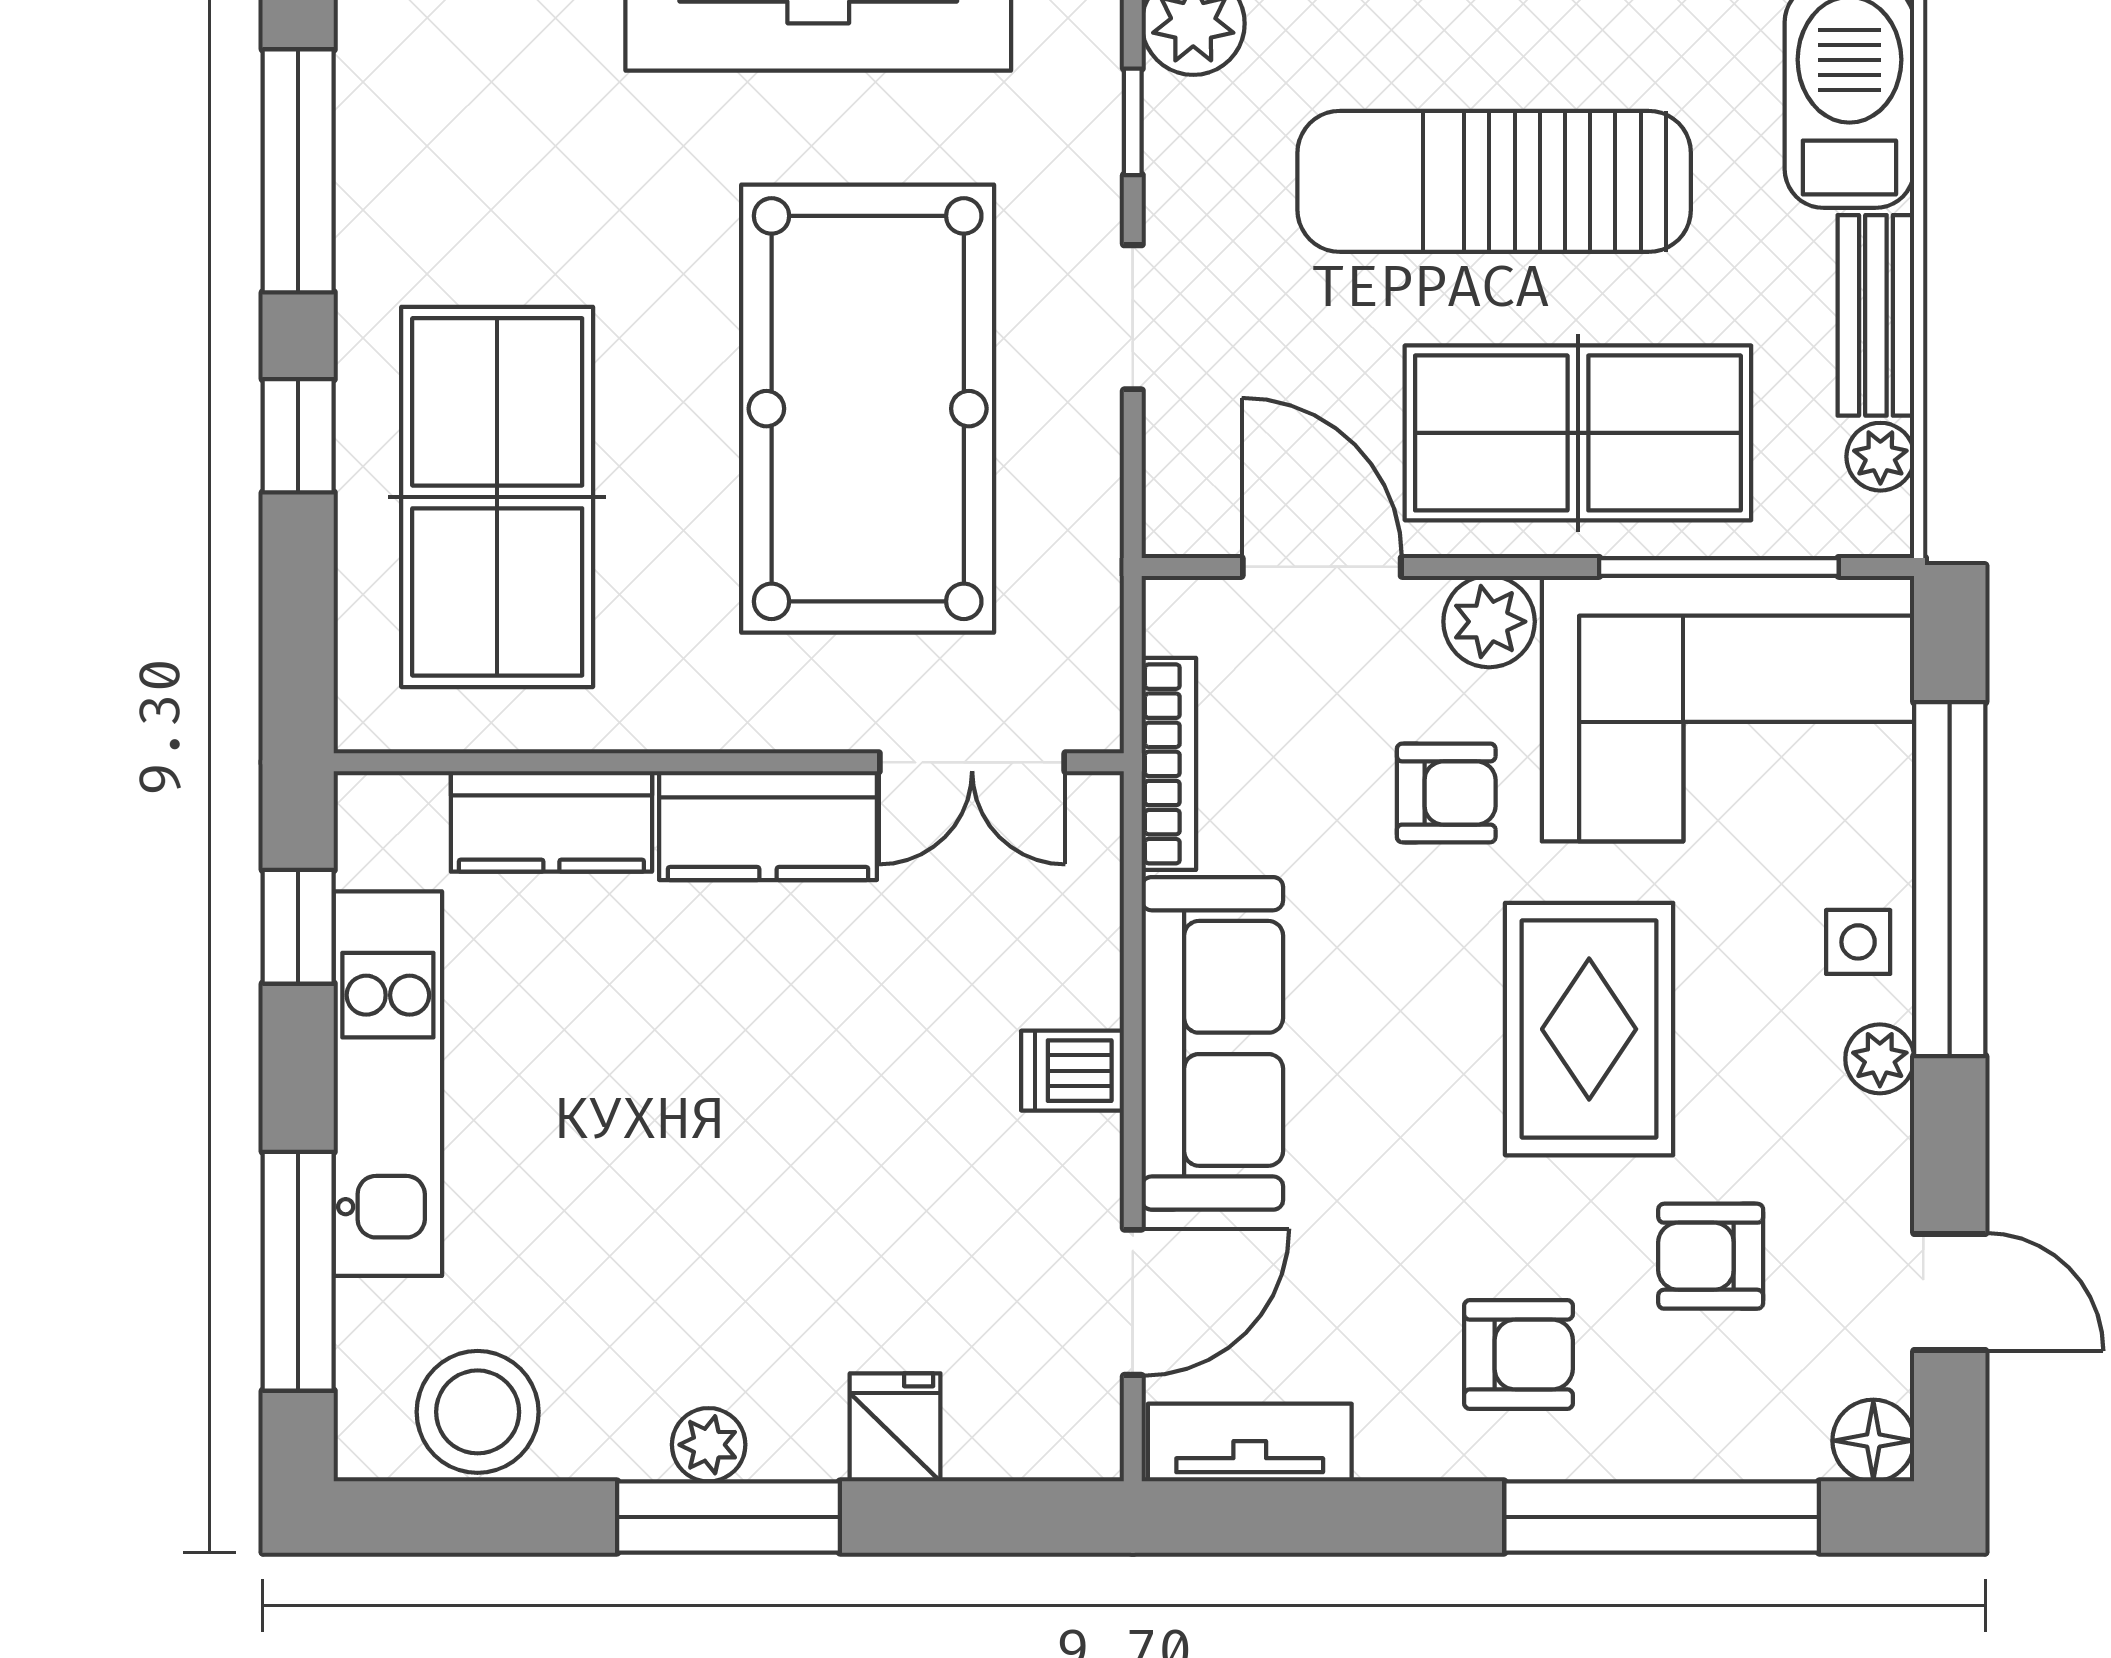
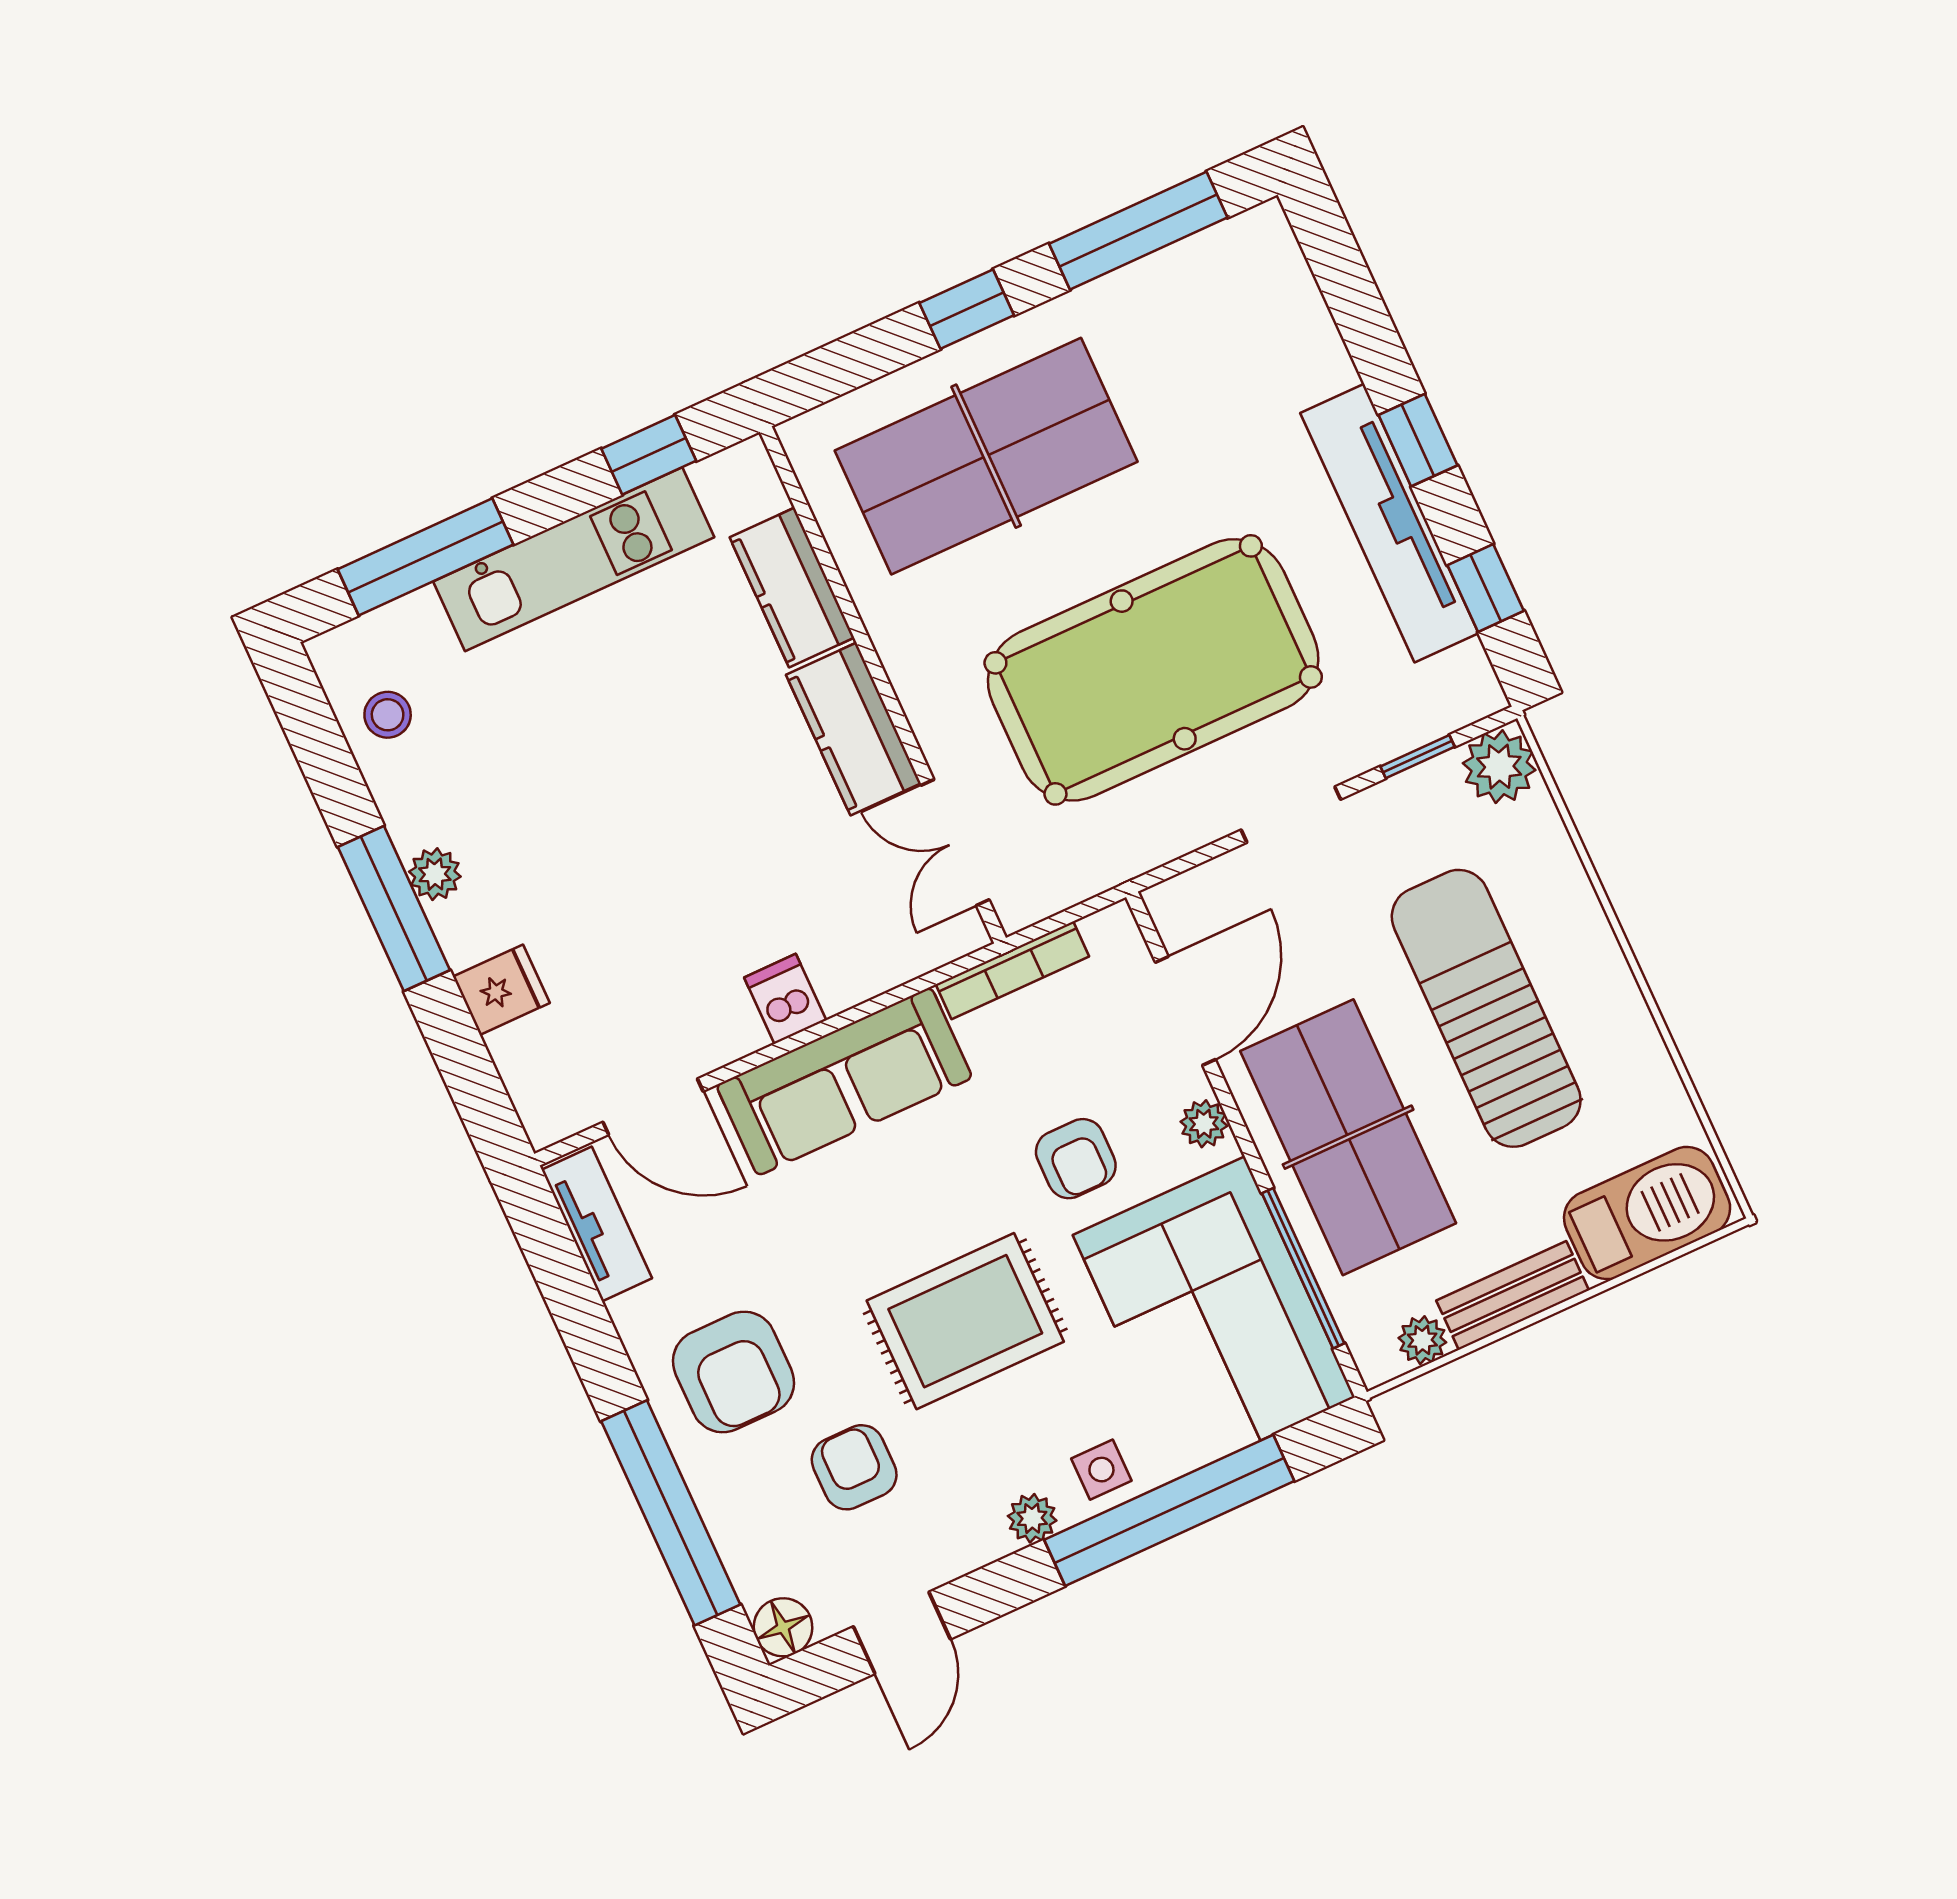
plant: (1489, 622) -> (1204, 1124), width x0.73, depth x0.73
armchair: (1518, 1355) -> (733, 1372), width x1.38, depth x1.38
stool: (478, 1412) -> (388, 715), width x0.53, depth x0.53

